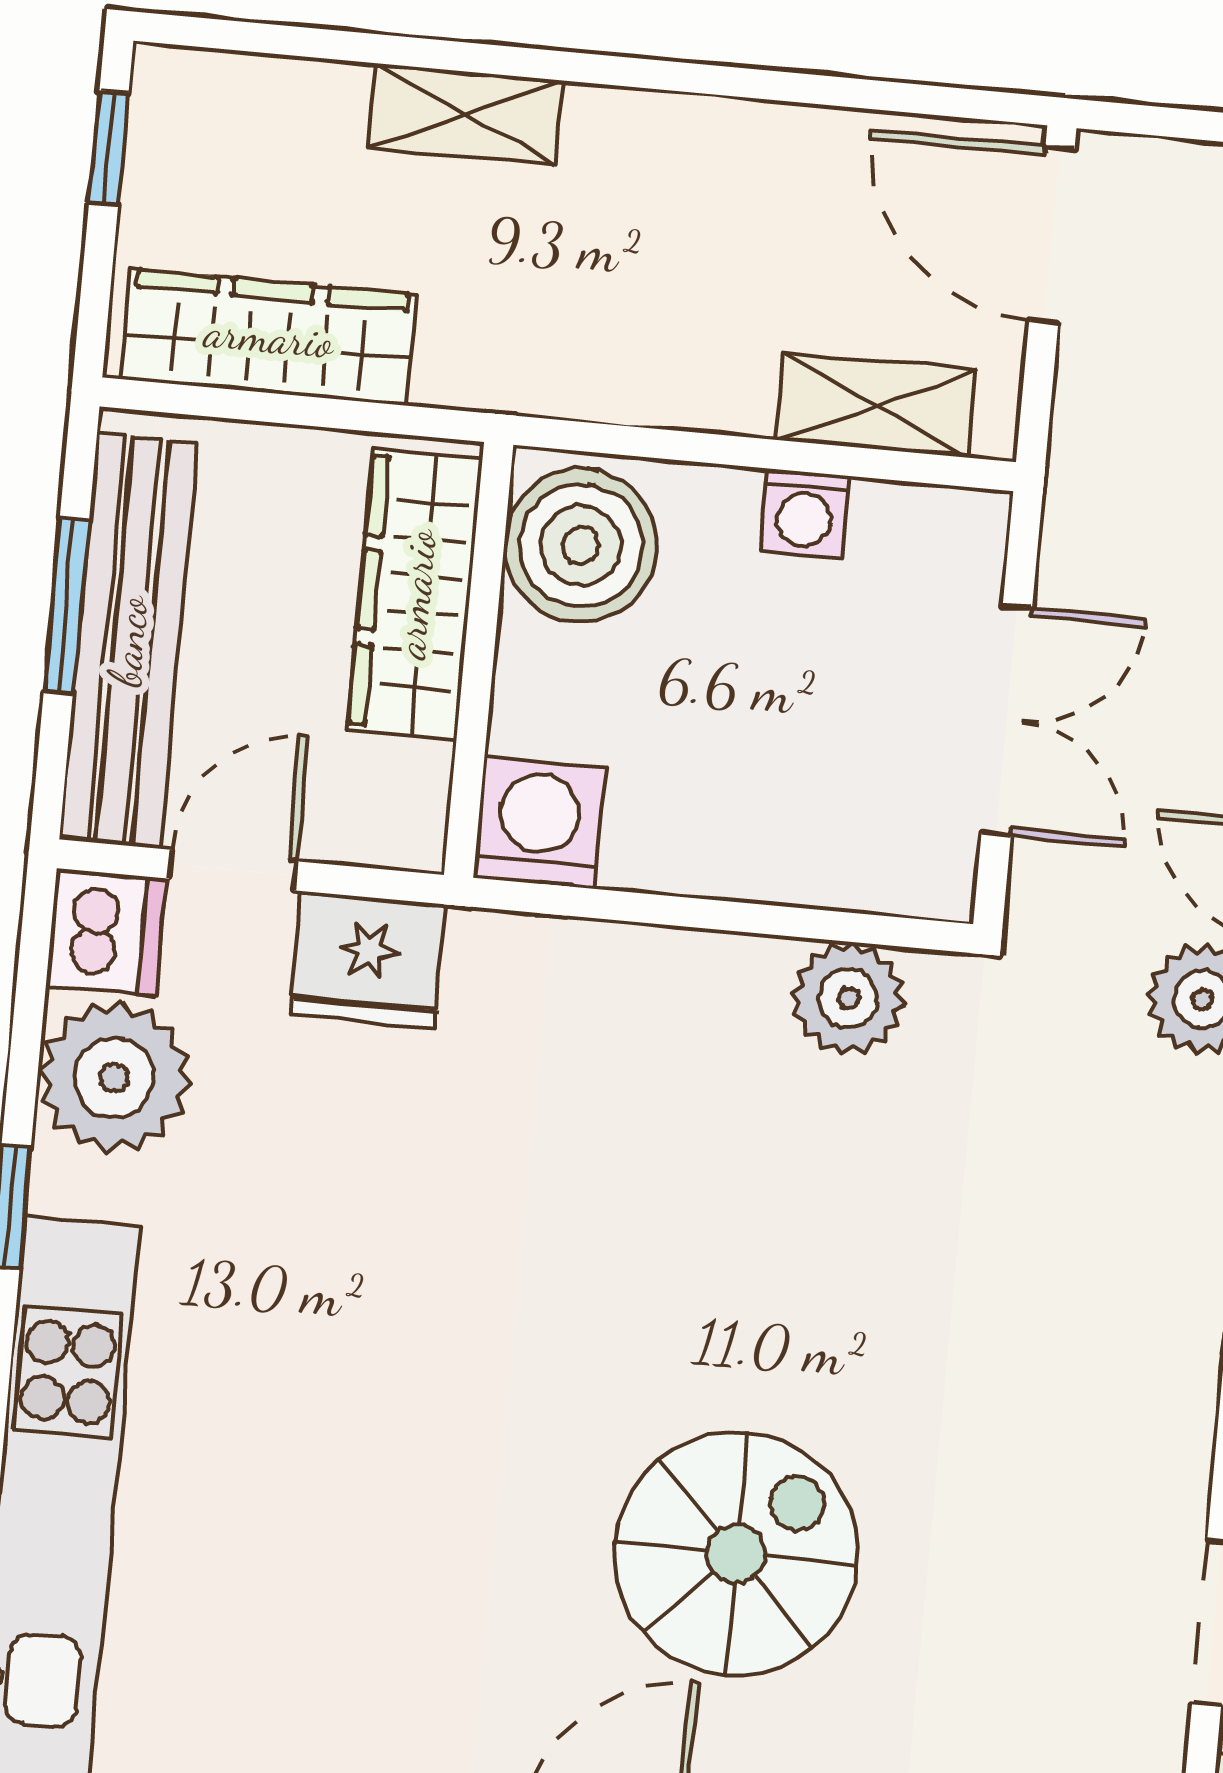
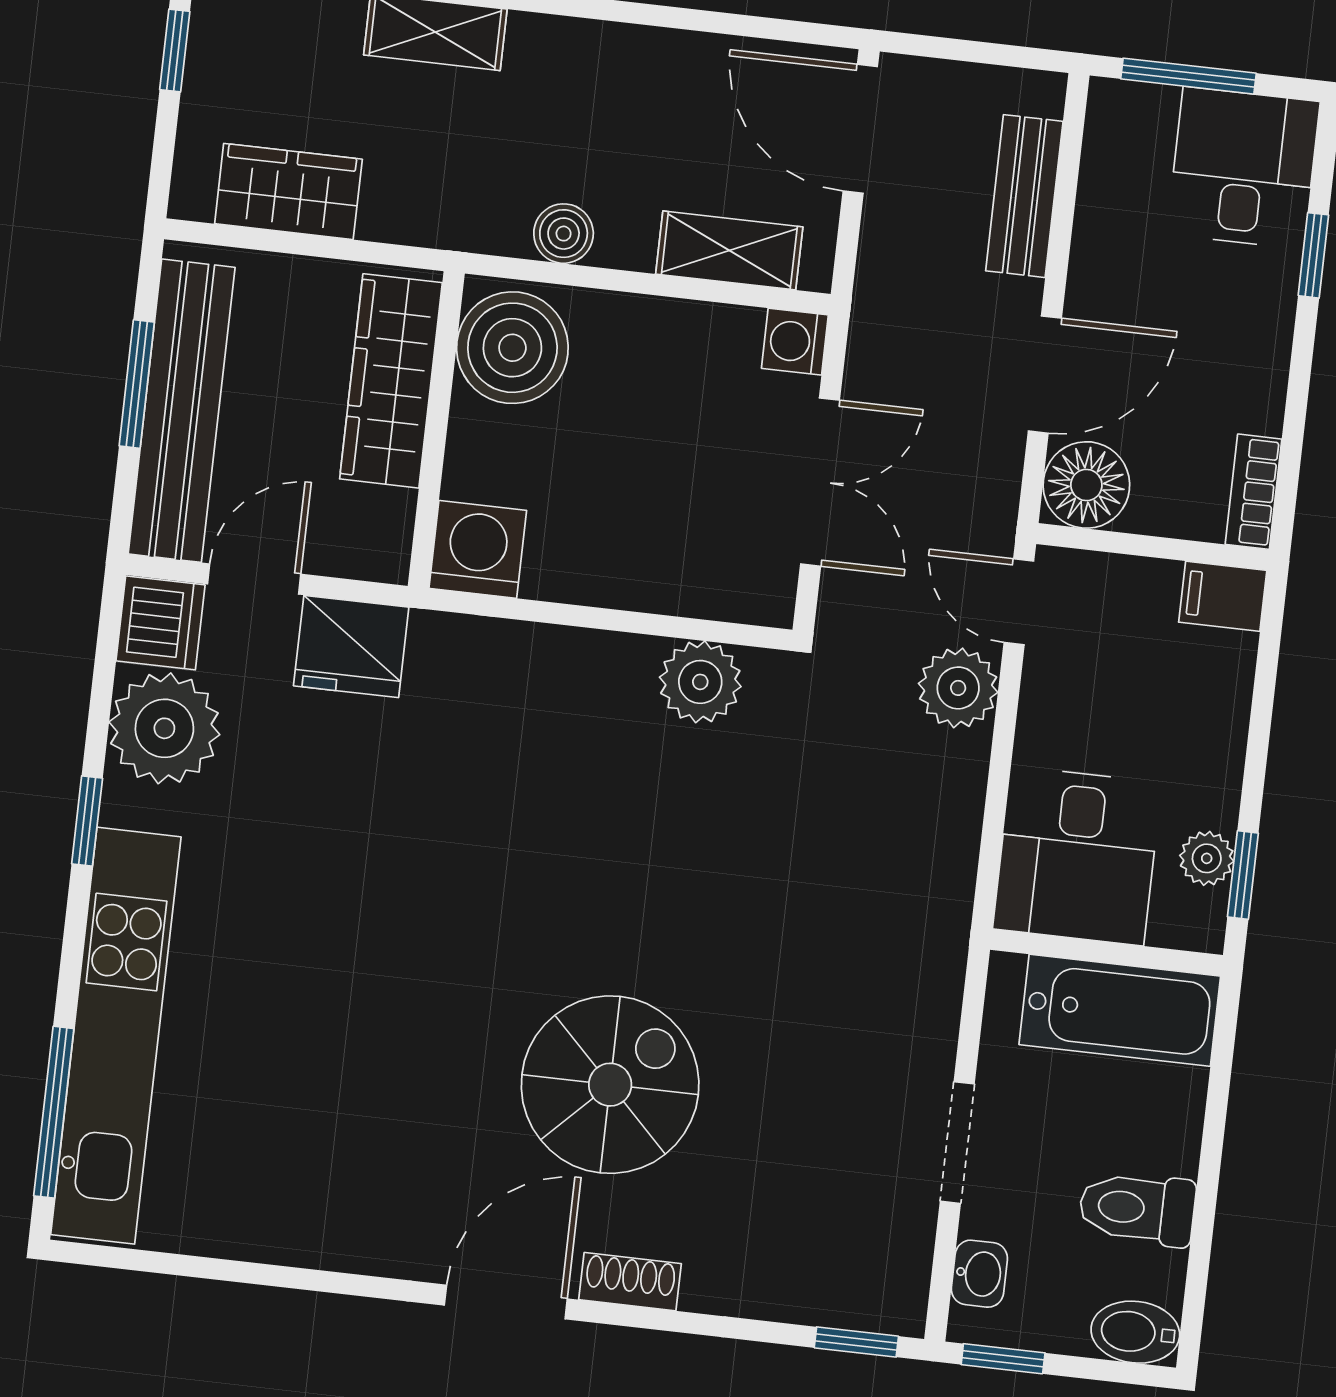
wardrobe: (269, 337) -> (288, 191), width x0.67
boiler: (648, 387) -> (564, 234), added
washing machine: (805, 513) -> (795, 342), moved, turned 90

